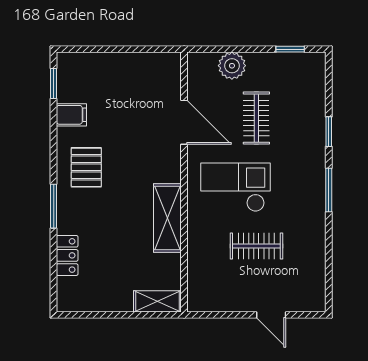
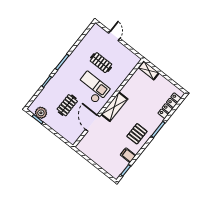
plant: (232, 66) -> (41, 113), moved
checkout: (235, 187) -> (92, 88), turned 180
shelving: (167, 218) -> (114, 107), moved
locker: (67, 255) -> (170, 106), width x1.53

